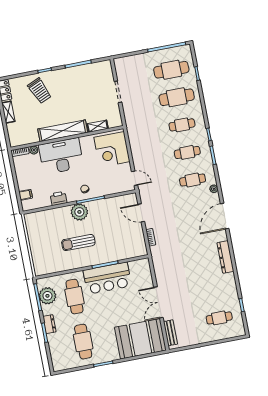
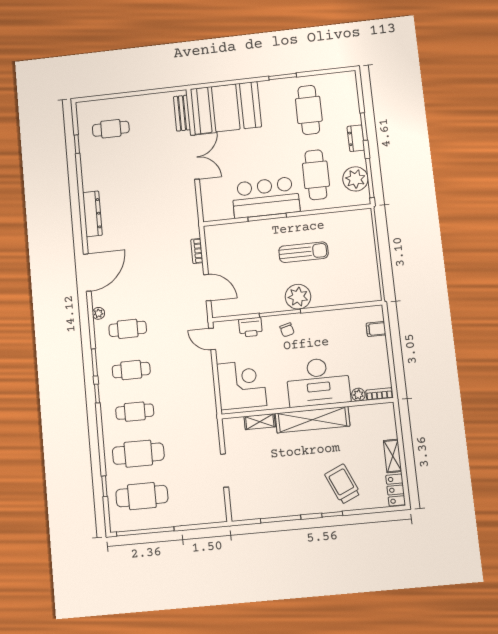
printer: (58, 198) -> (250, 327), moved

